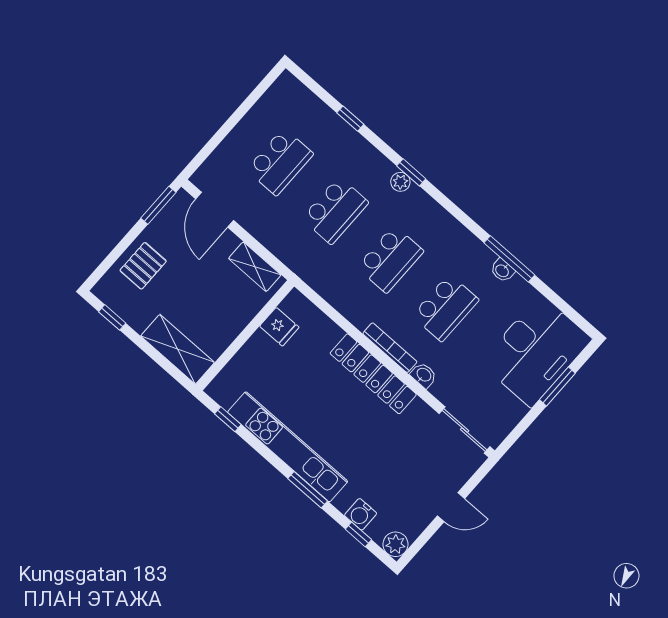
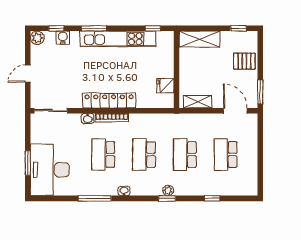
pallet: (143, 266) -> (244, 61), turned 90
washbasin: (502, 270) -> (124, 191), moved

